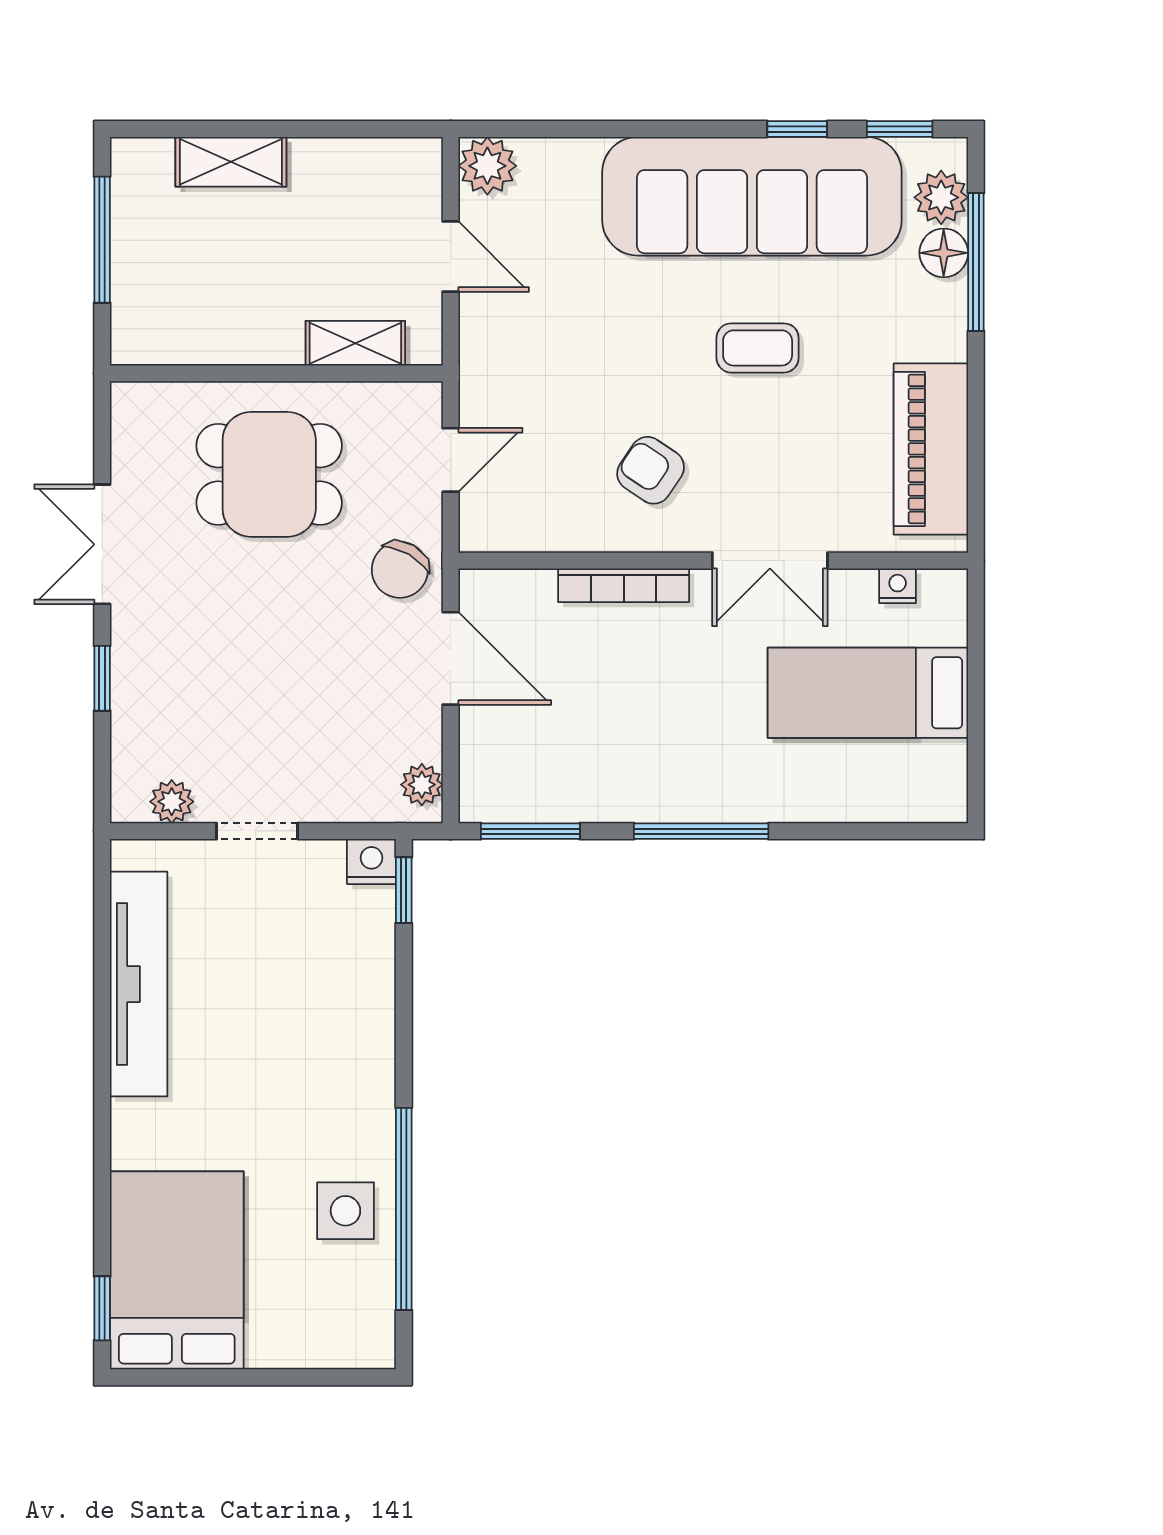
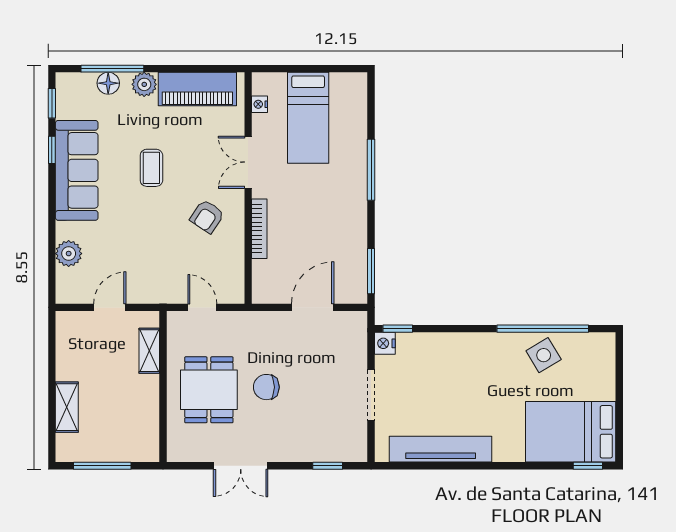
plant: (487, 166) -> (69, 254), moved
sofa: (752, 196) -> (77, 170), width x0.74, depth x0.79
plant: (941, 197) -> (144, 84), moved
double door: (770, 561) -> (248, 162), swing flipped
chair: (400, 570) -> (266, 387), moved, turned 150
door: (451, 658) -> (313, 307), moved
window: (102, 678) -> (328, 466), moved
plant: (422, 785) -> (350, 320), removed
plant: (172, 802) -> (358, 434), removed
doorway: (257, 831) -> (371, 395), width x1.38
window: (701, 831) -> (371, 170), moved
side table: (345, 1211) -> (544, 355), turned -31

